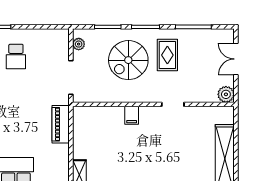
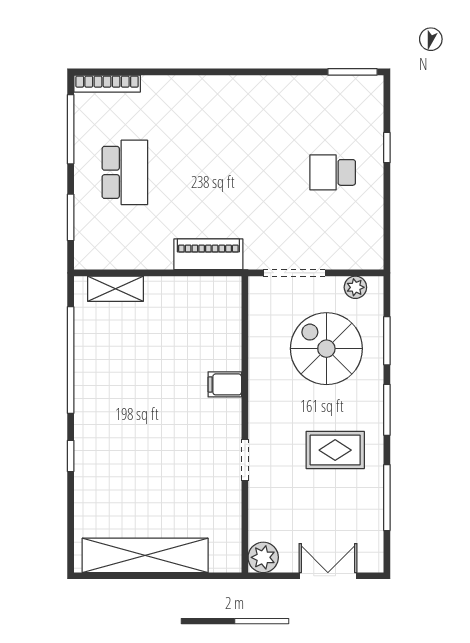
spiral stairs: (128, 60) -> (326, 349), moved

